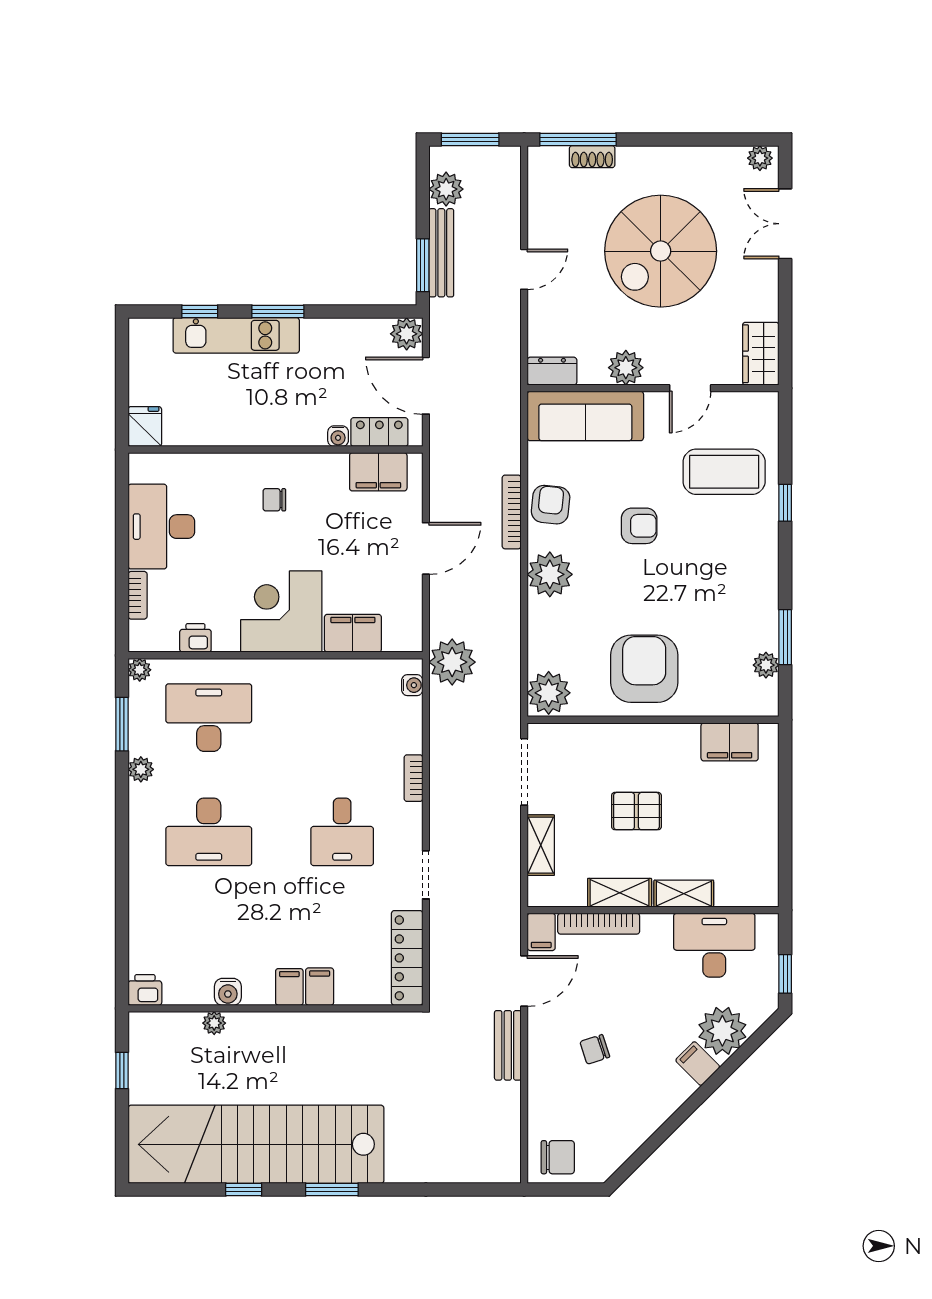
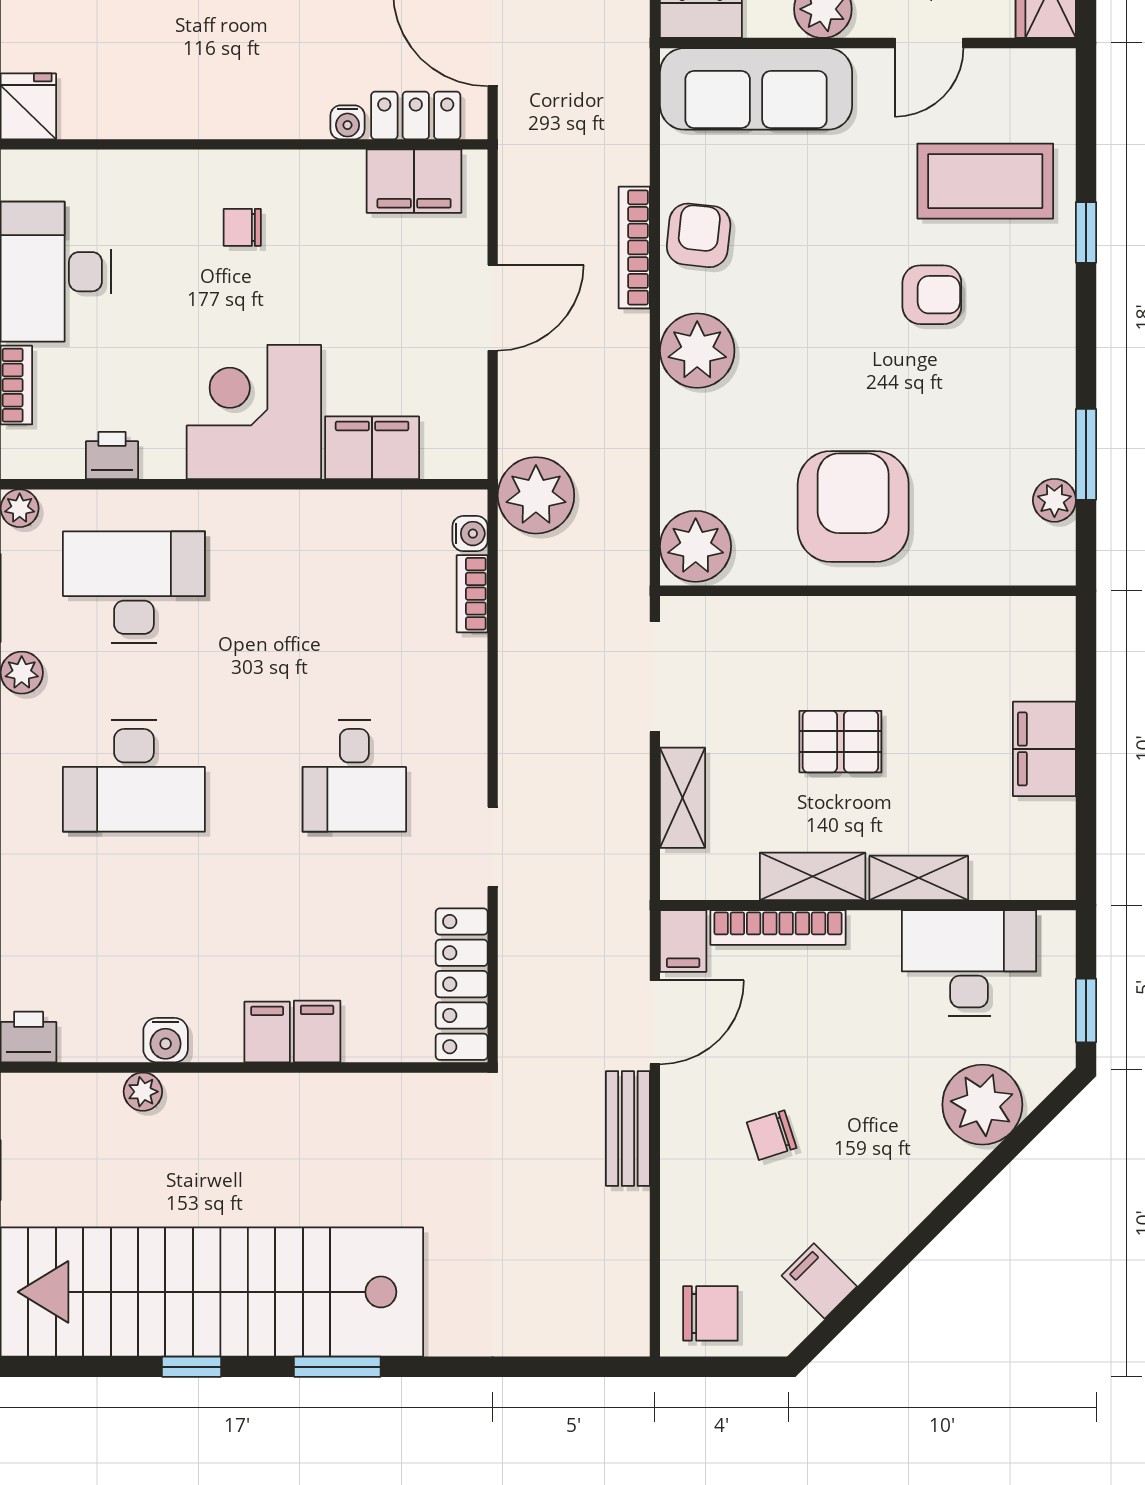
armchair: (639, 526) -> (932, 295), moved
filing cabinet: (730, 742) -> (1044, 749), moved, turned 90
bookcase: (413, 778) -> (472, 594), moved
filing cabinet: (698, 1064) -> (819, 1281), moved

